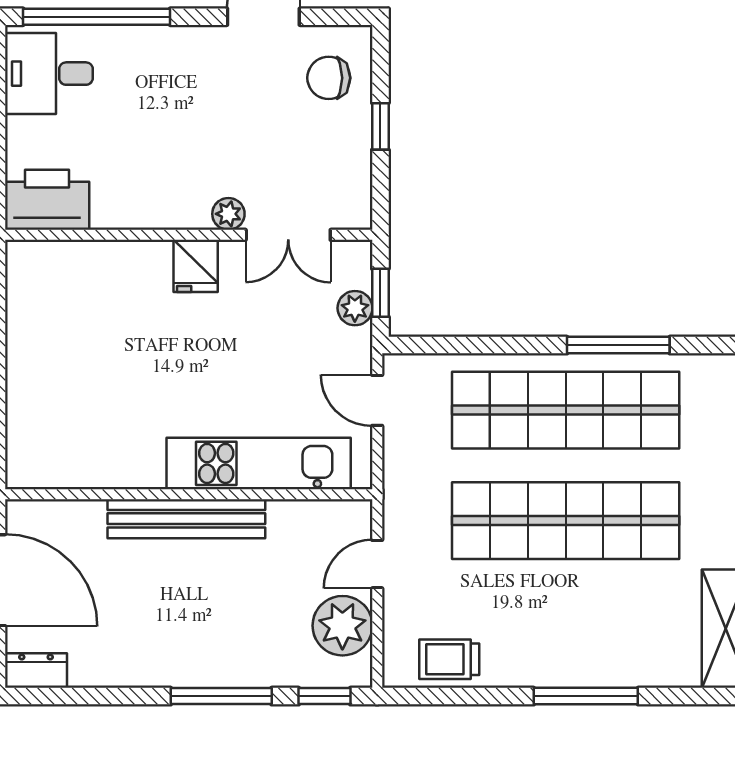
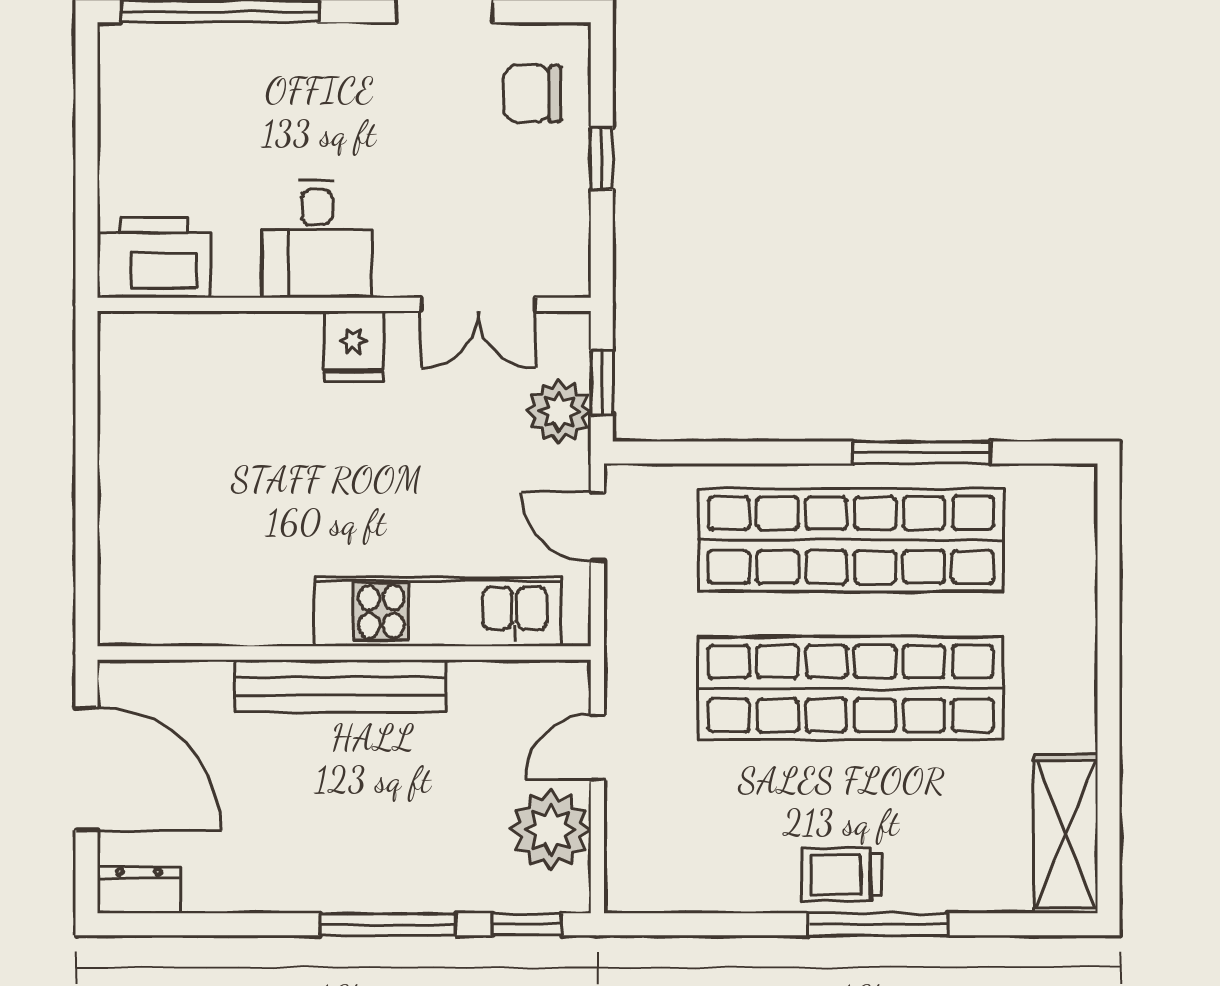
desk: (49, 74) -> (317, 239), moved, turned -90
plant: (228, 214) -> (397, 276), removed
plant: (355, 308) -> (559, 412), width x1.38, depth x1.38
trolley: (449, 659) -> (842, 874), moved

